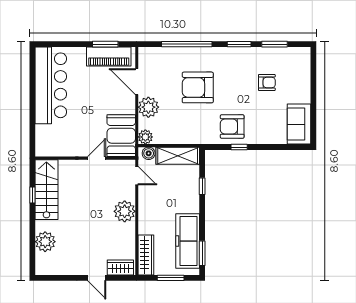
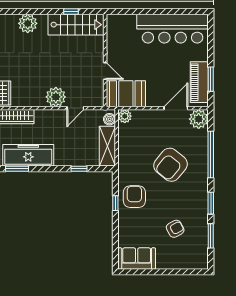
armchair: (267, 83) -> (175, 229), turned -118
armchair: (198, 87) -> (171, 165), turned -141
plant: (148, 107) -> (199, 119), moved
door: (137, 176) -> (75, 108), moved

